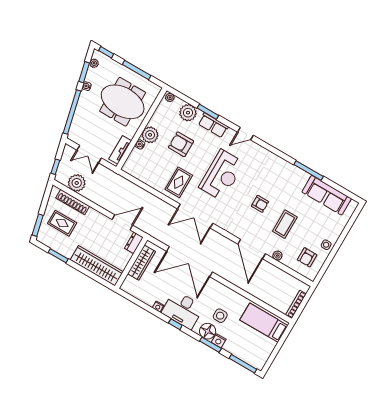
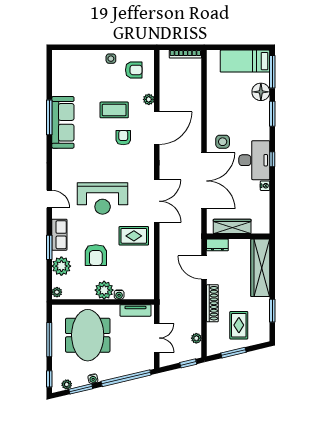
reception desk: (222, 175) -> (103, 198), turned 180
plant: (77, 183) -> (196, 338), width x0.53, depth x0.53
sofa: (327, 195) -> (63, 122), moved
shoe rack: (73, 202) -> (212, 303), moved
armchair: (260, 204) -> (123, 138), moved
window: (38, 225) -> (233, 353), moved
side table: (220, 316) -> (223, 142), moved
bed: (264, 323) -> (245, 61), moved, turned 90
floor lamp: (208, 331) -> (261, 92), moved
nightstand: (219, 341) -> (264, 108), removed

